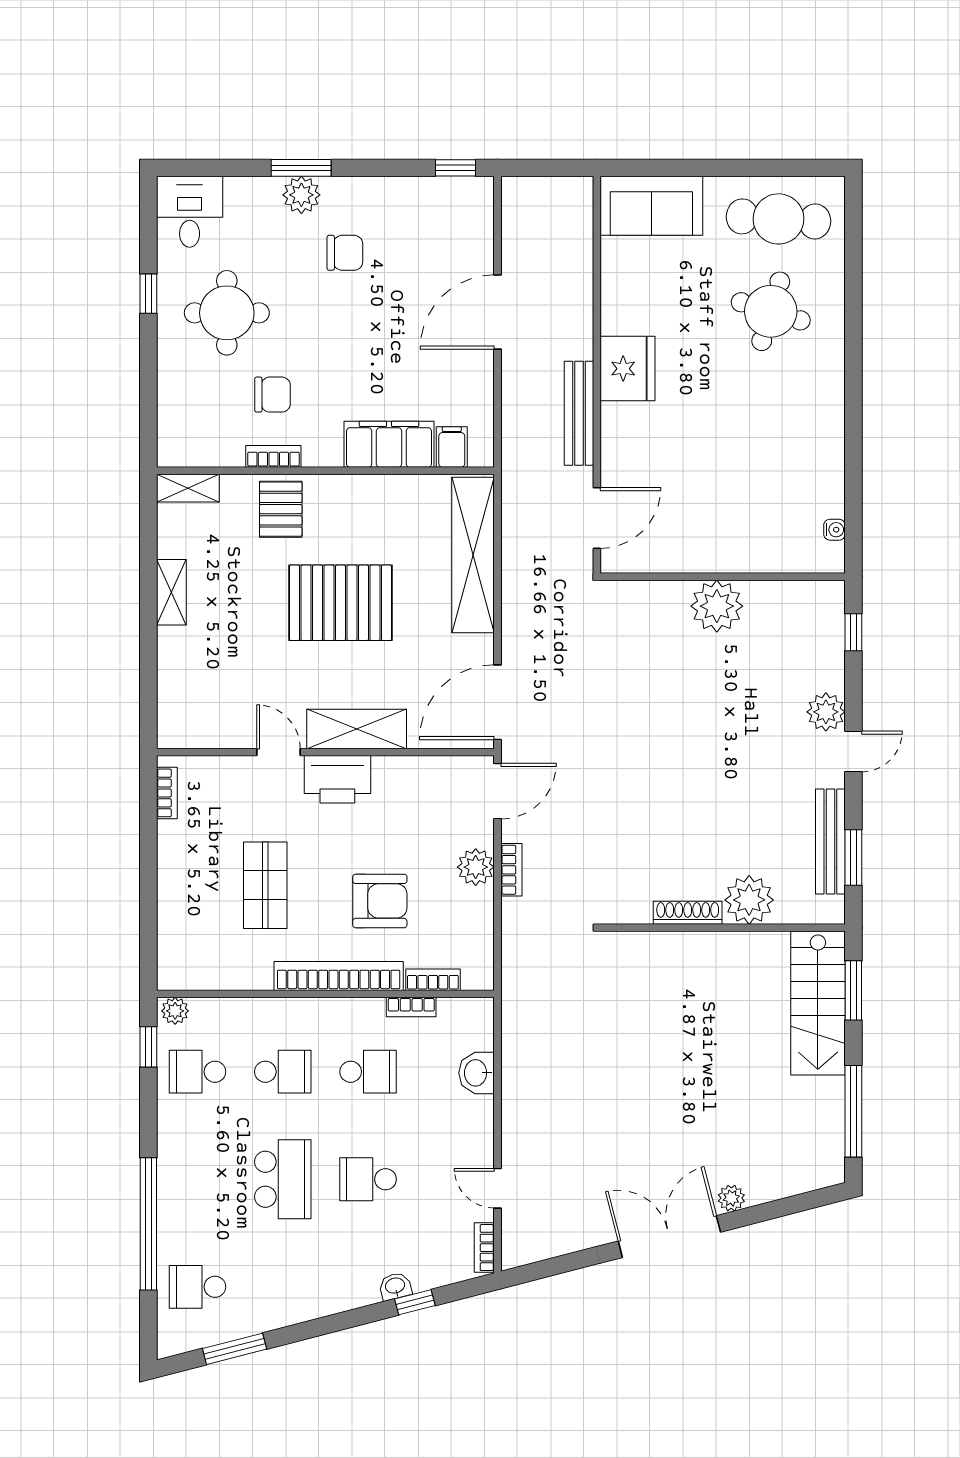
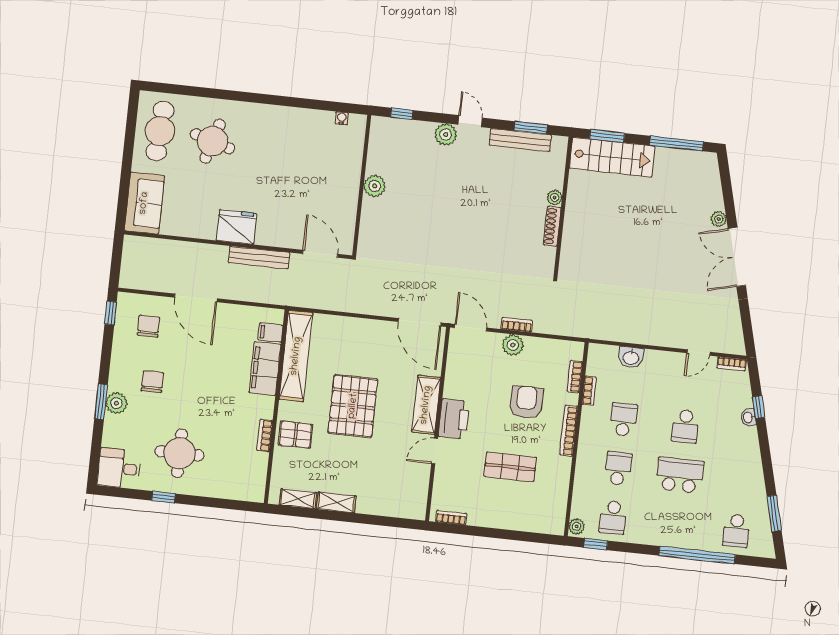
chair: (273, 395) -> (149, 326), moved
shelving: (188, 488) -> (298, 499), moved, turned 90
shelving: (473, 555) -> (296, 356), moved, turned 90
plant: (717, 606) -> (375, 186), width x0.73, depth x0.73
plant: (749, 900) -> (555, 198), width x0.53, depth x0.53
bookcase: (339, 976) -> (569, 431), width x0.68, depth x0.76

